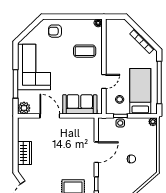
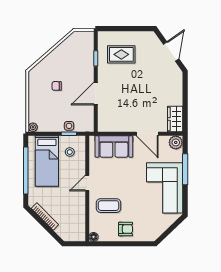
armchair: (55, 31) -> (126, 229), moved
door: (104, 81) -> (87, 183), moved
wardrobe: (25, 153) -> (175, 119), moved

